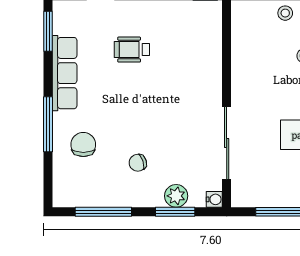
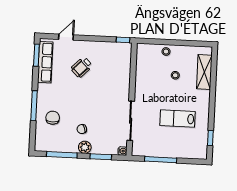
wheelchair: (132, 50) -> (82, 67), turned -45
row of seats: (65, 73) -> (45, 62), moved
plant: (176, 196) -> (85, 147), moved

